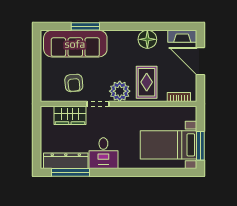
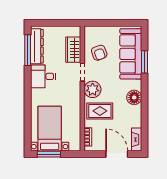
floor lamp: (147, 39) -> (134, 97), moved
door: (200, 61) -> (117, 154), hinge flipped
armchair: (74, 83) -> (99, 53), turned -105

